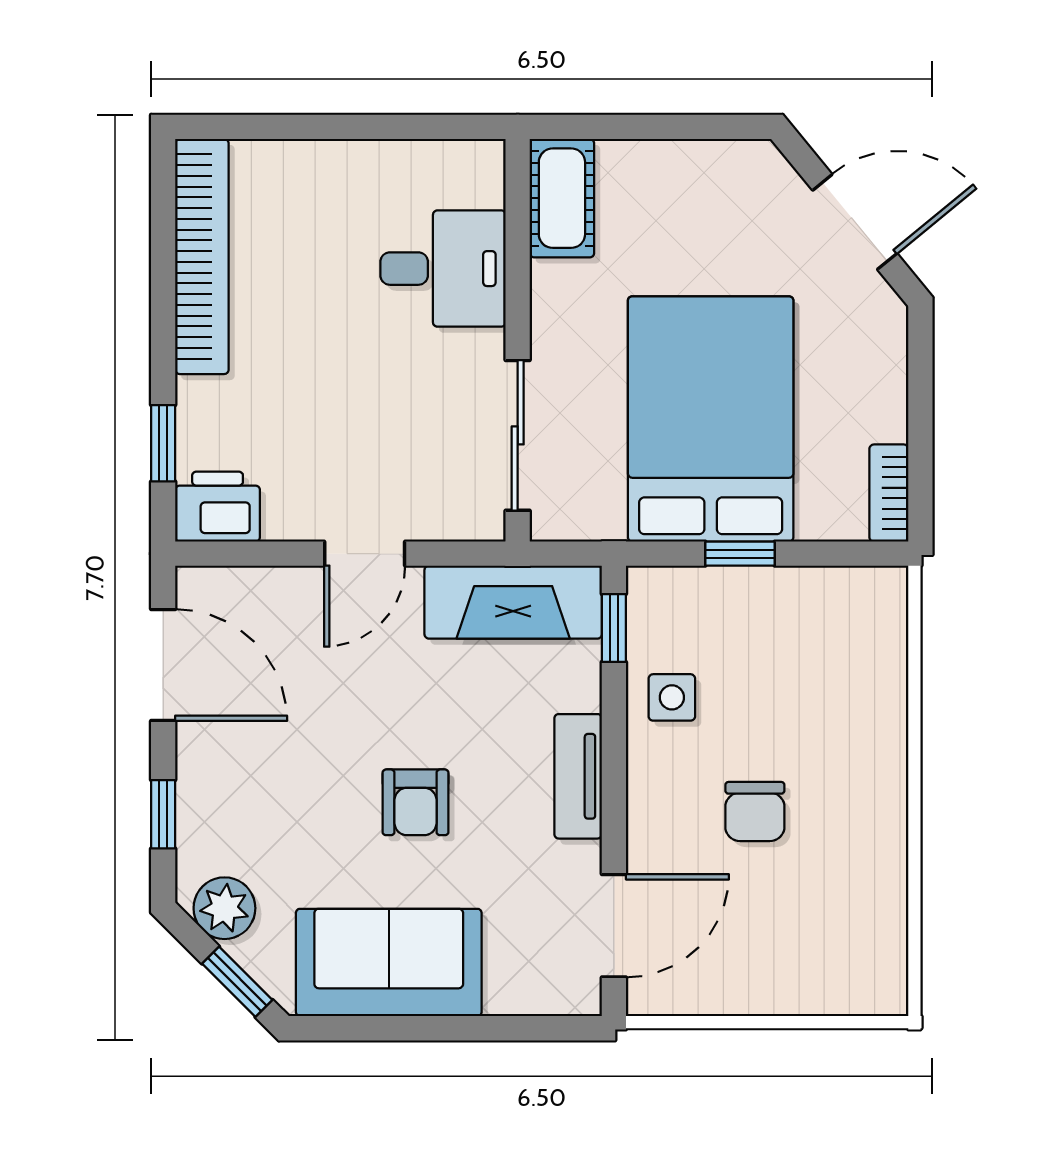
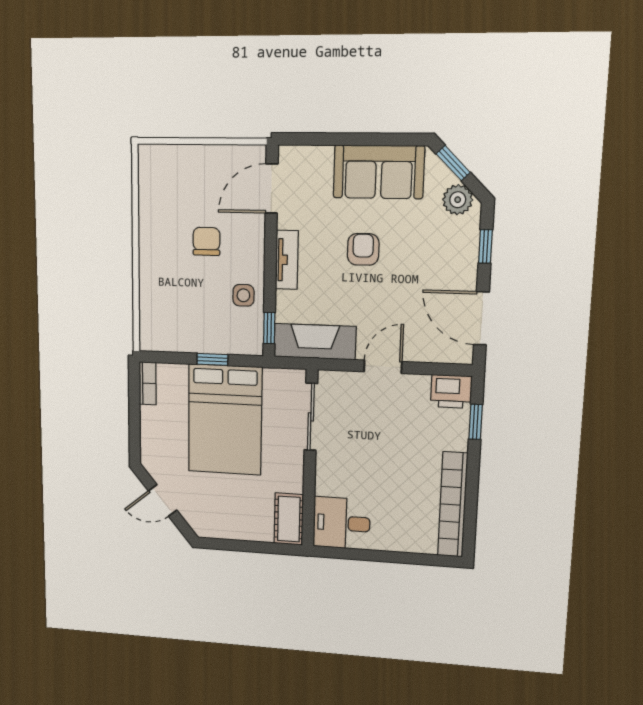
door: (855, 222) -> (163, 500), width x0.73
desk: (443, 269) -> (342, 523), moved

